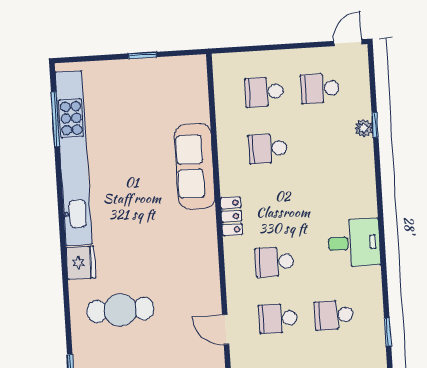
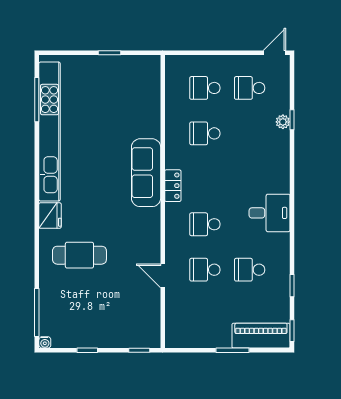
sofa: (195, 166) -> (146, 173), moved

